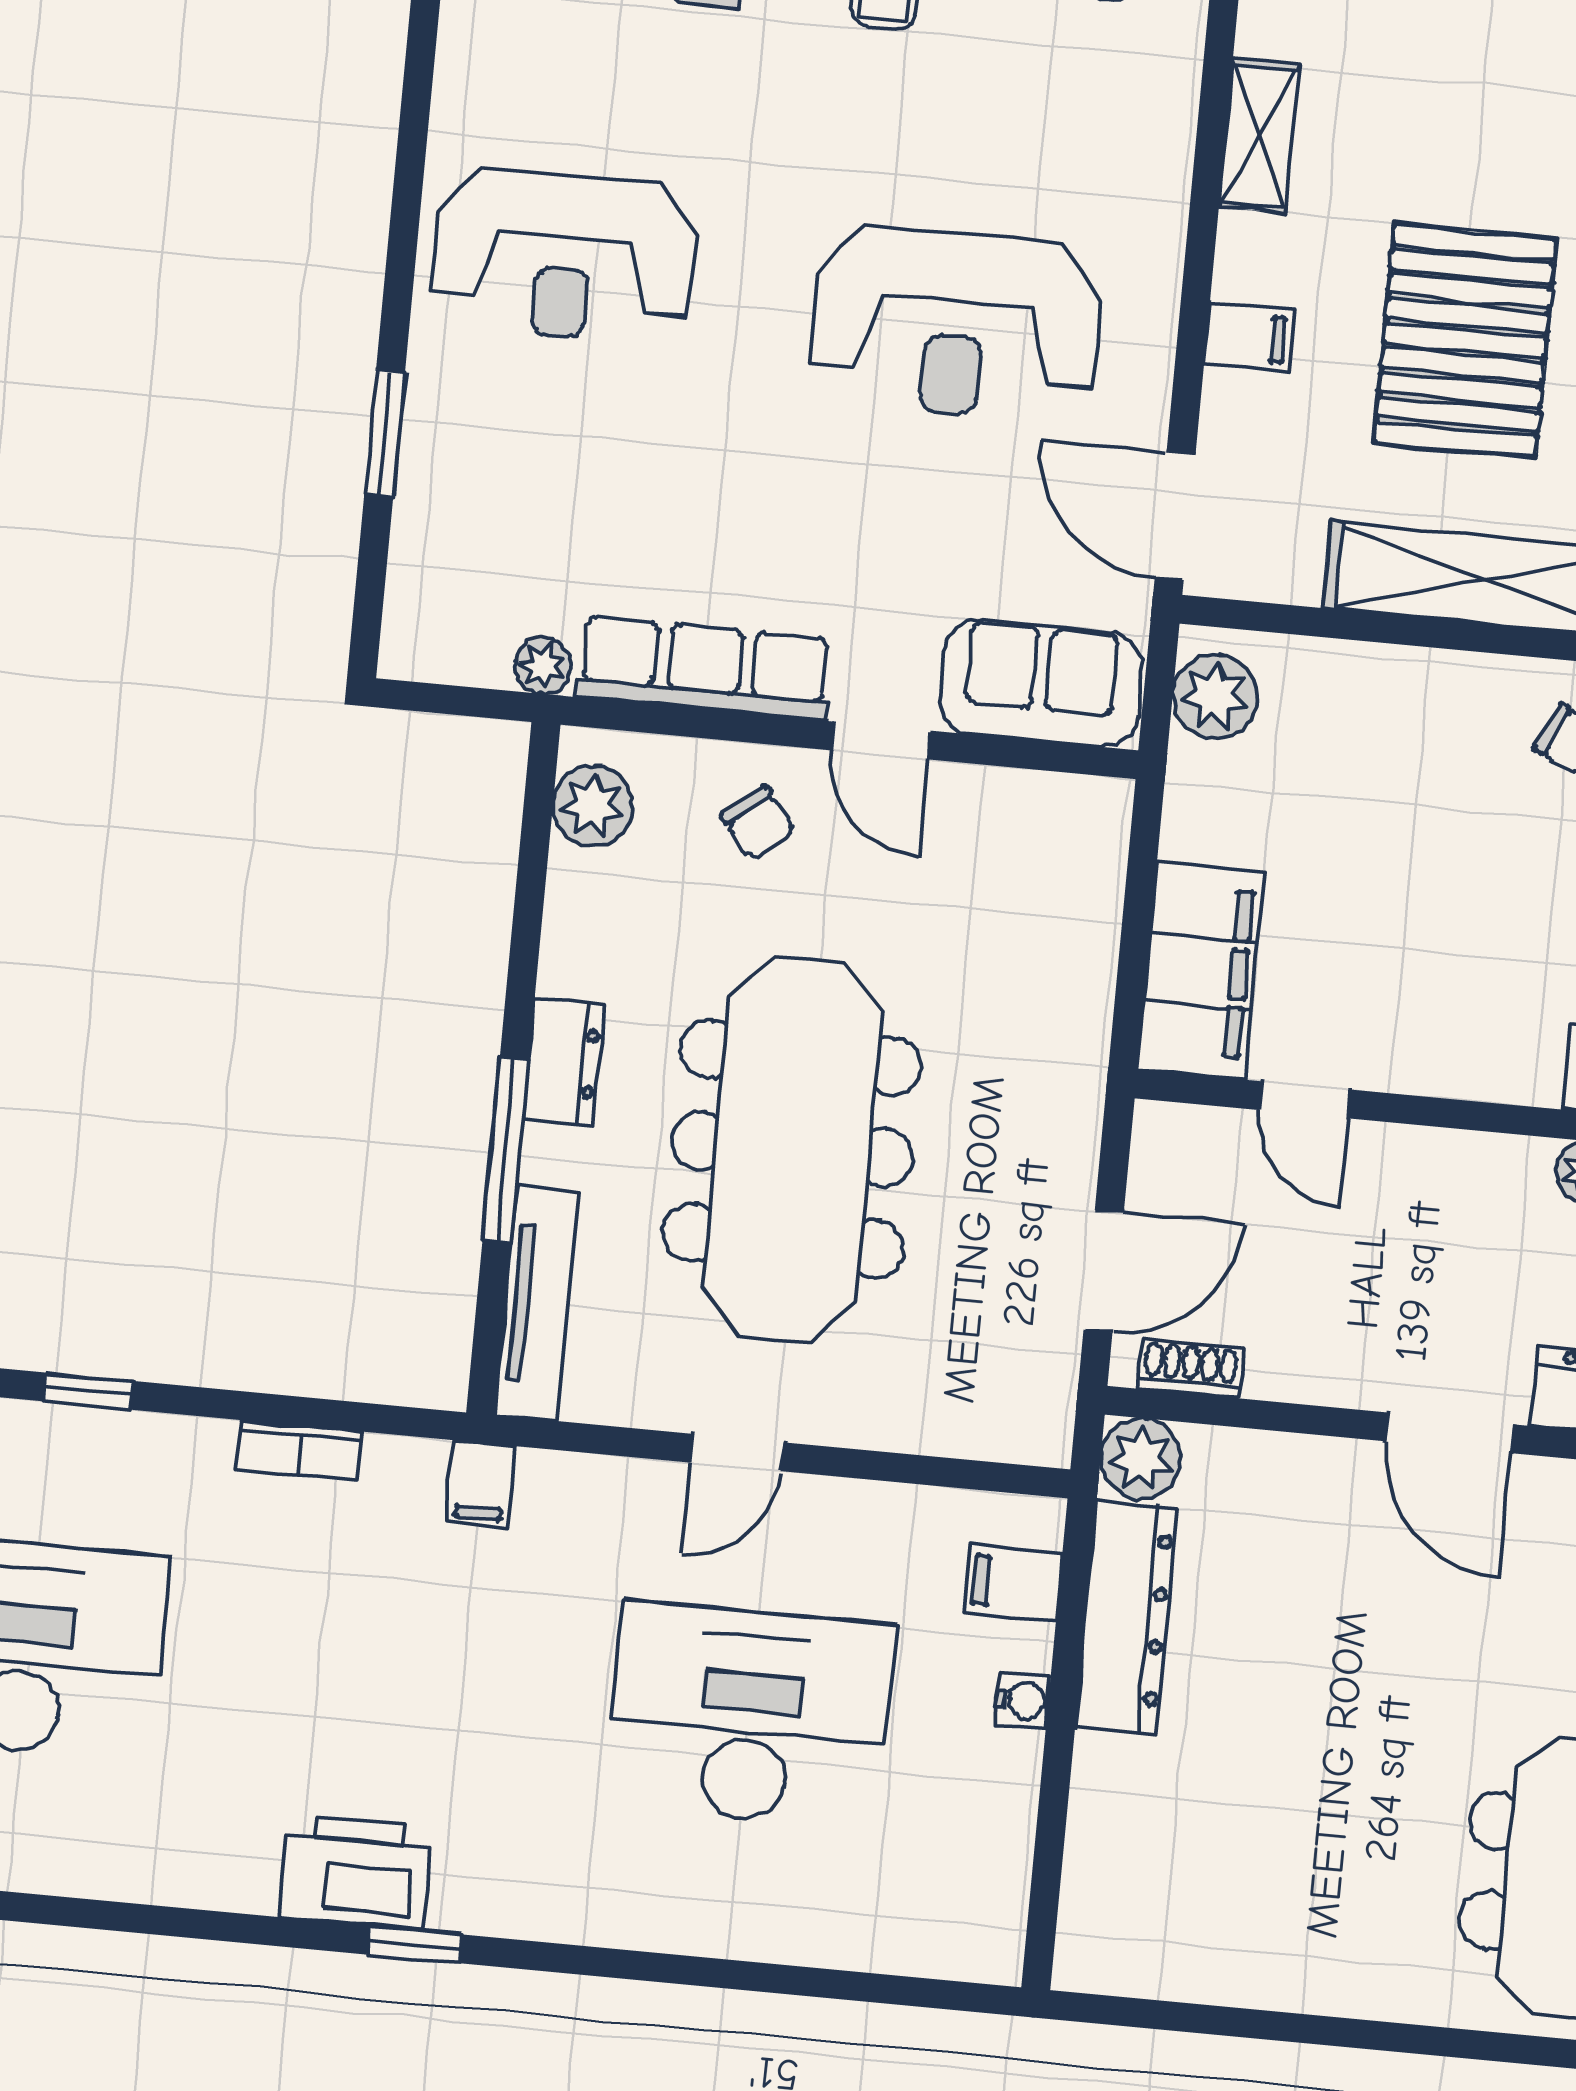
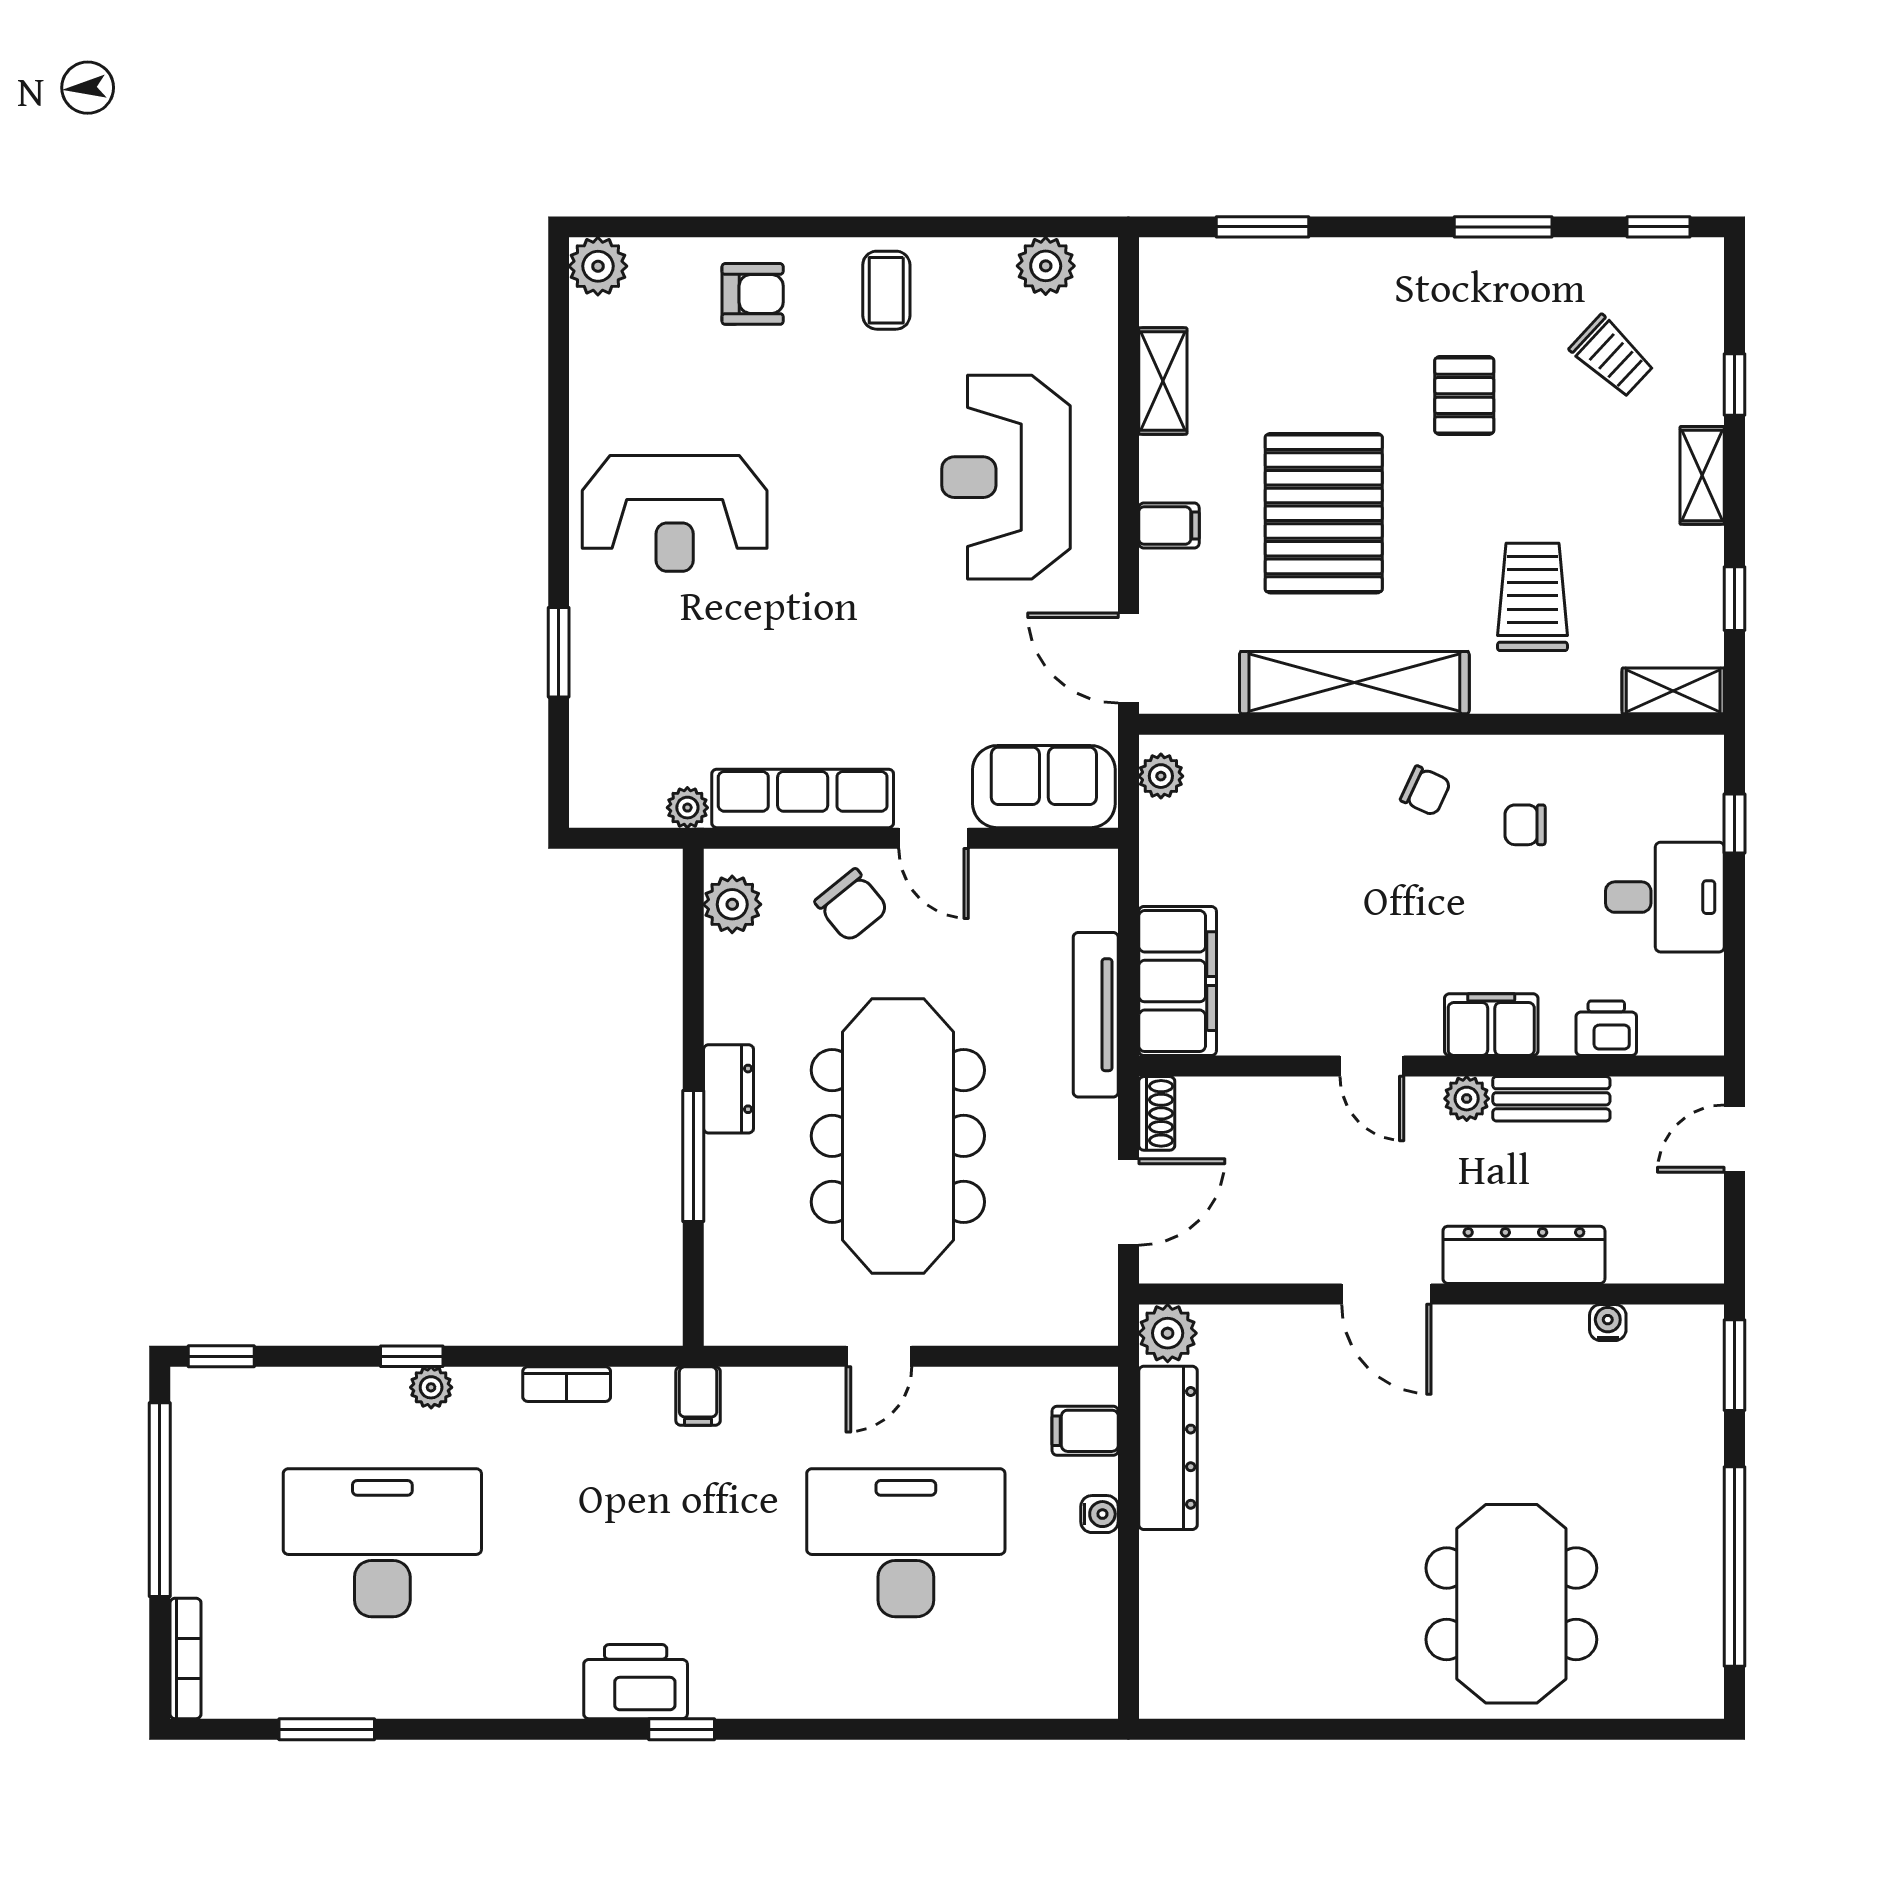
reception desk: (955, 323) -> (1006, 477), moved, turned 90
plant: (1215, 697) -> (1161, 776), width x0.73, depth x0.73
chair: (758, 823) -> (852, 905), width x1.37, depth x1.37
door: (1305, 1100) -> (1372, 1066), moved
tv unit: (537, 1304) -> (1096, 1015), moved, turned 180
shoe rack: (1191, 1369) -> (1157, 1113), moved, turned 90
plant: (111, 1437) -> (431, 1387), added

